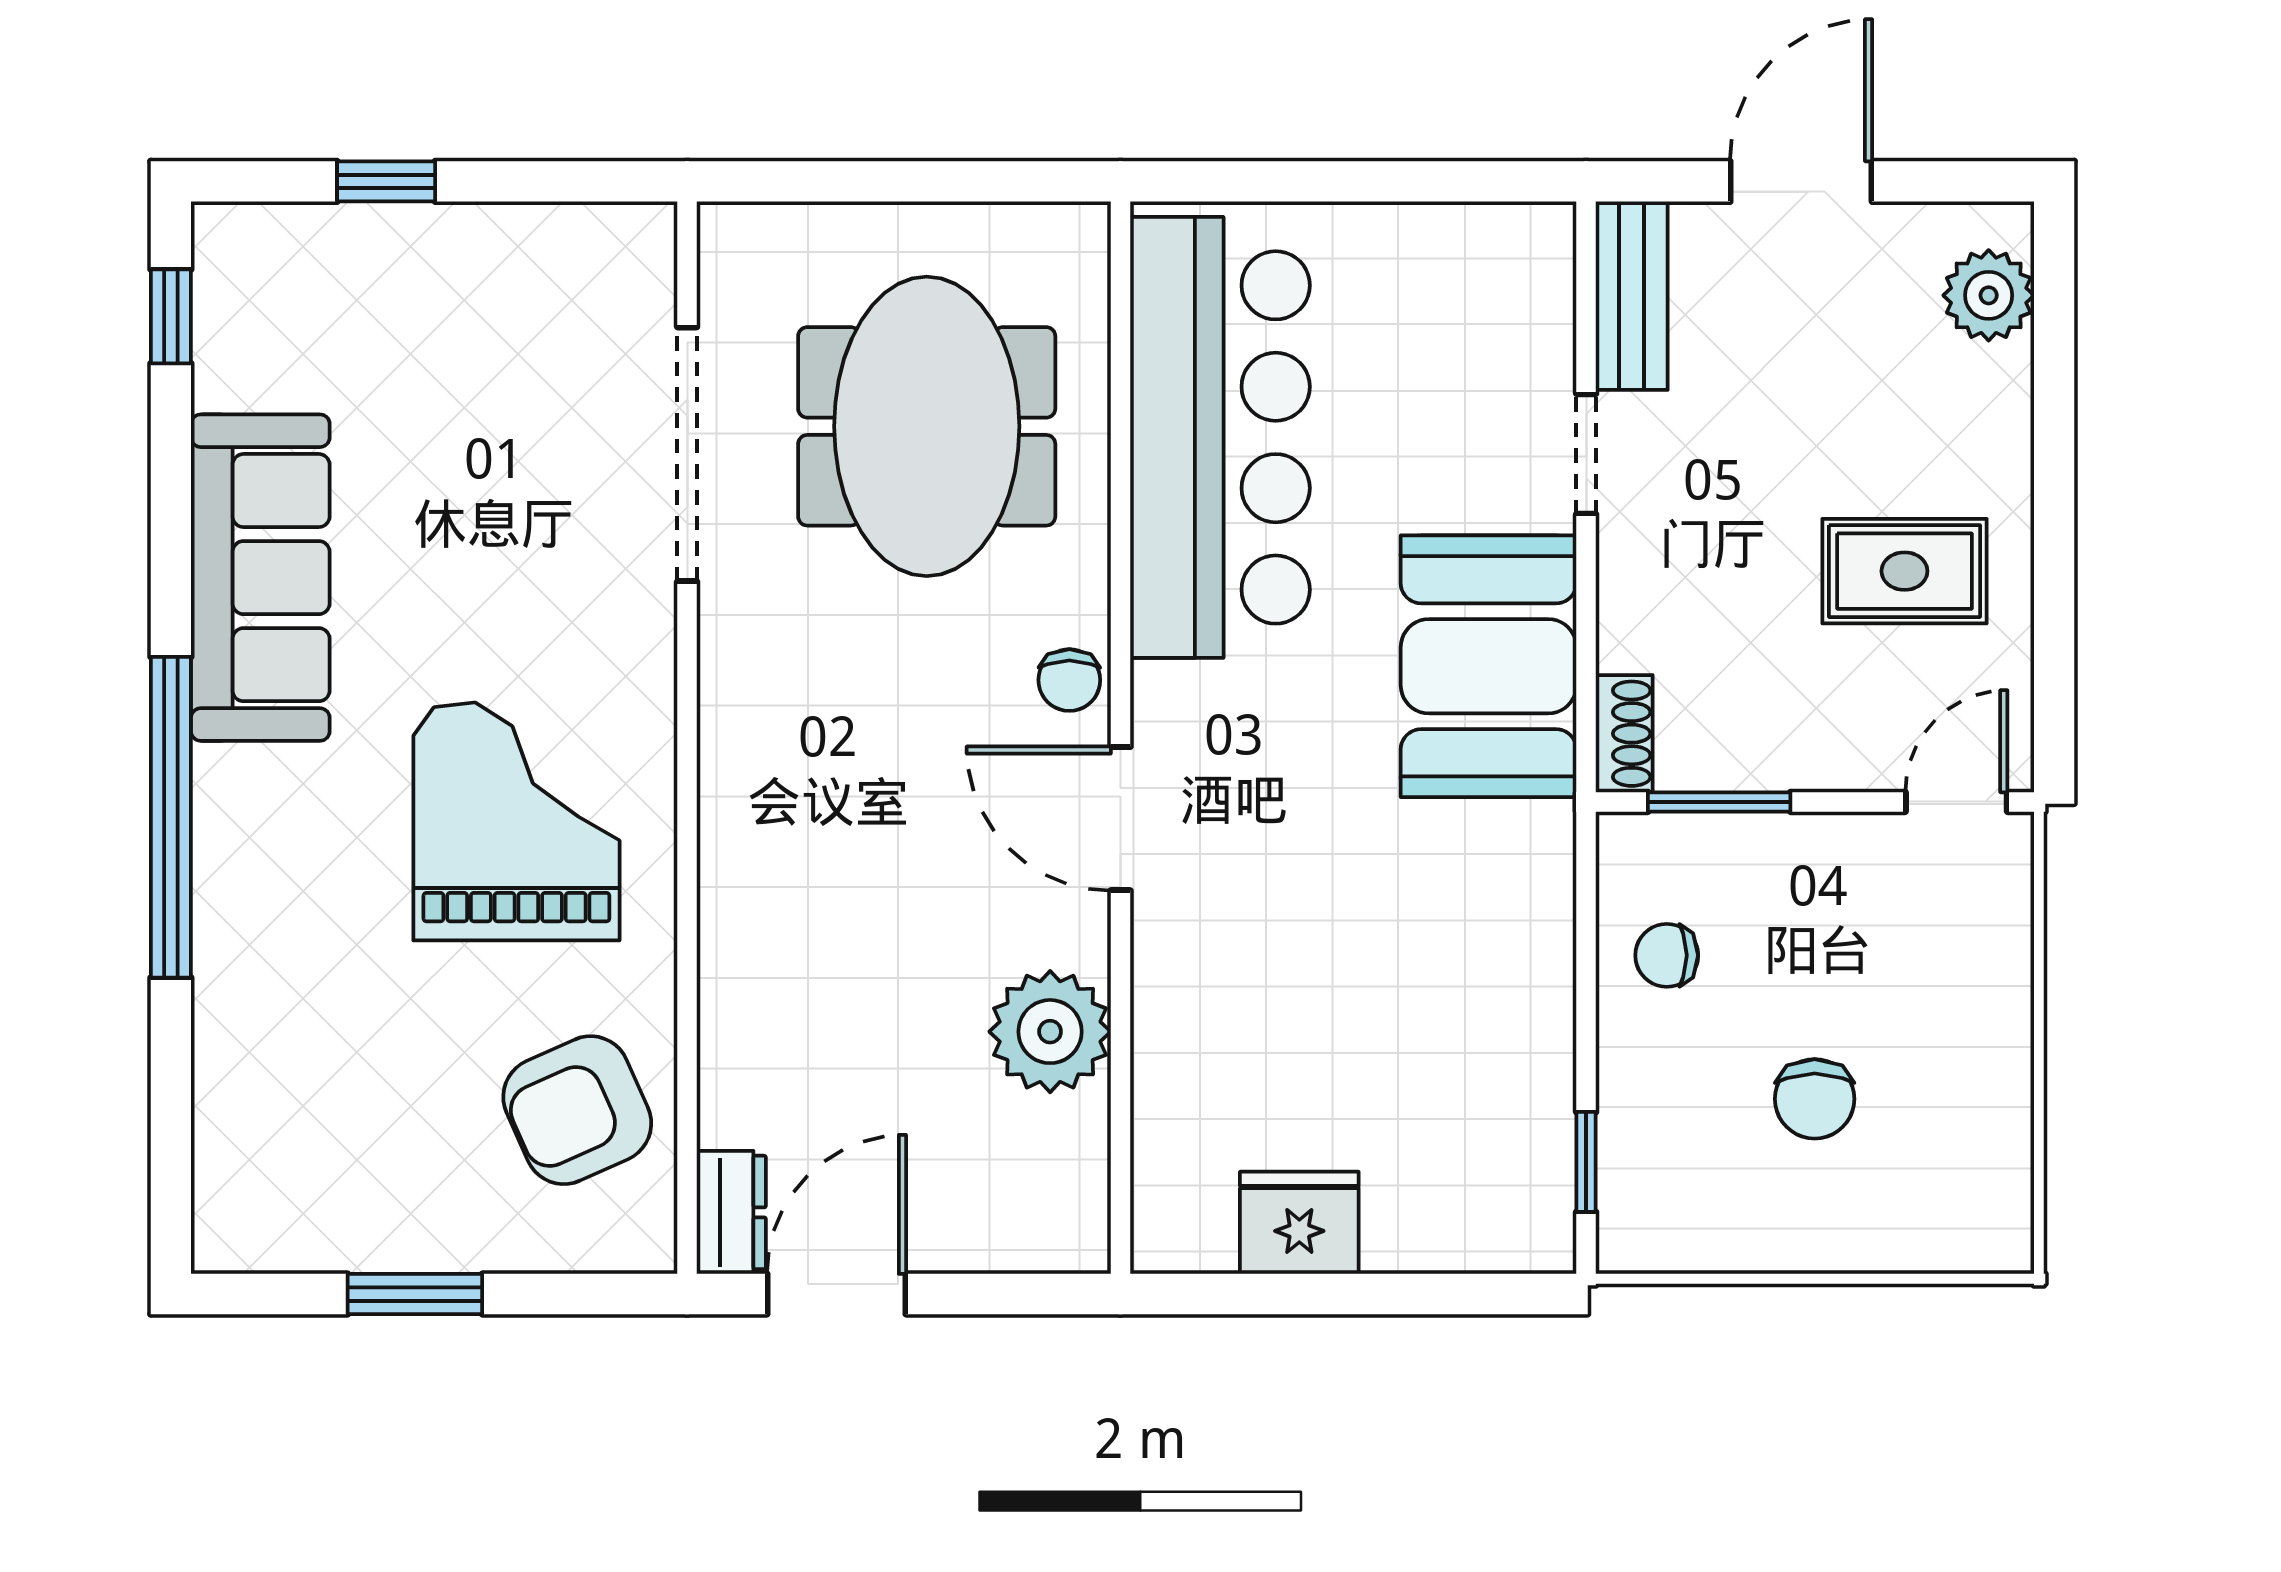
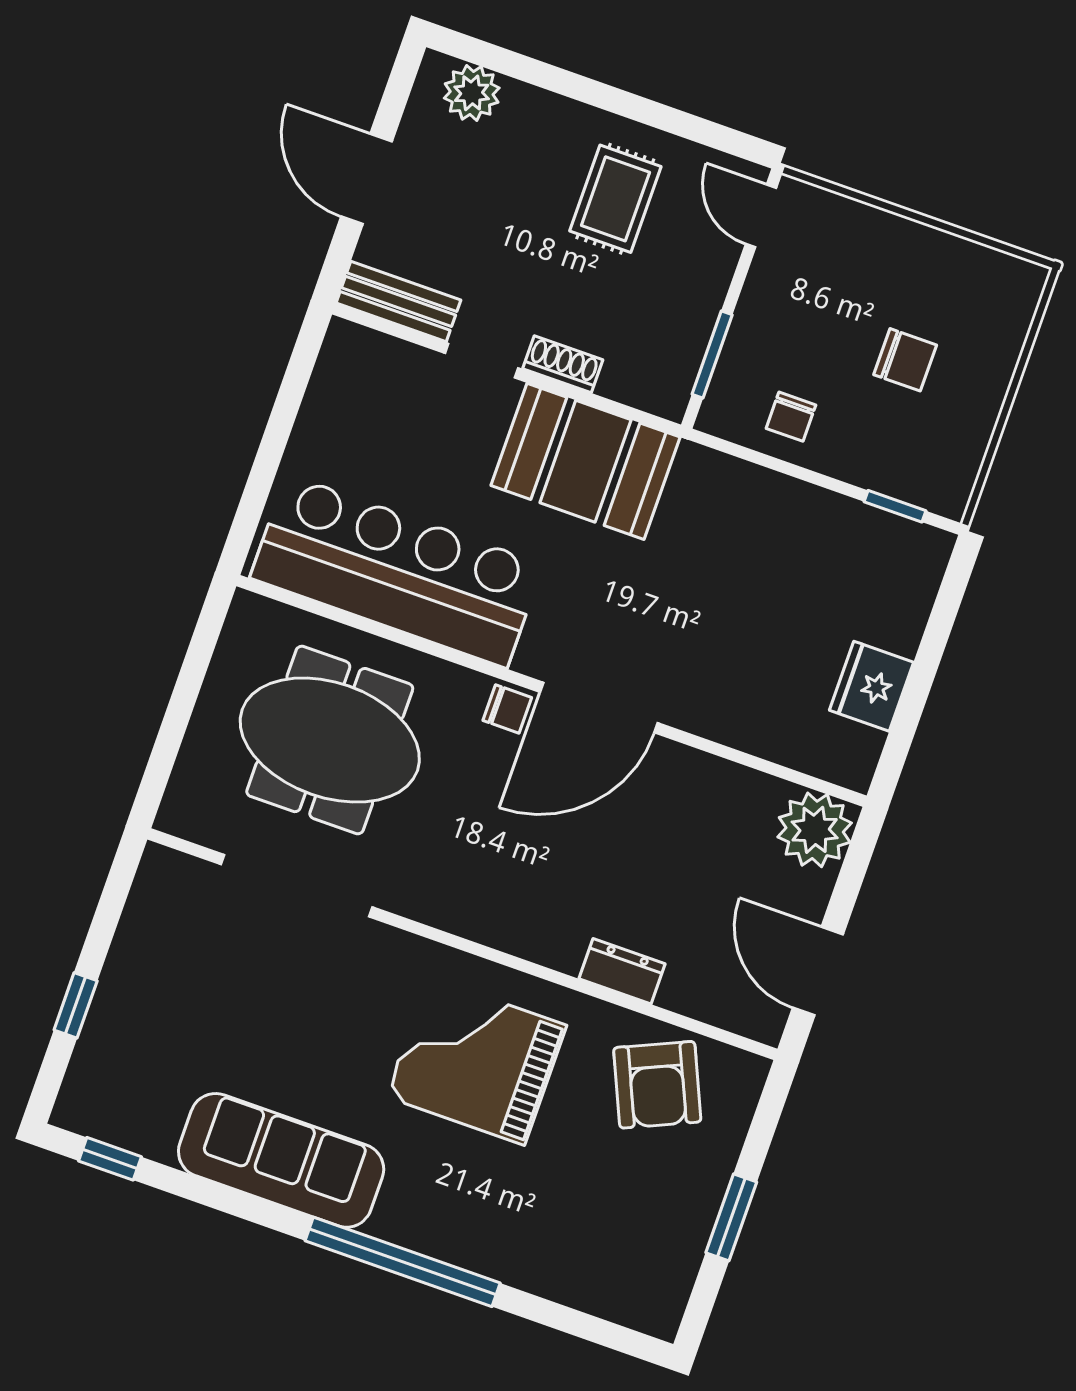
shoe rack: (1624, 734) -> (563, 364), moved
door: (1120, 819) -> (599, 708), width x1.36
plant: (1050, 1032) -> (815, 830), moved
dresser: (731, 1212) -> (622, 971), moved

